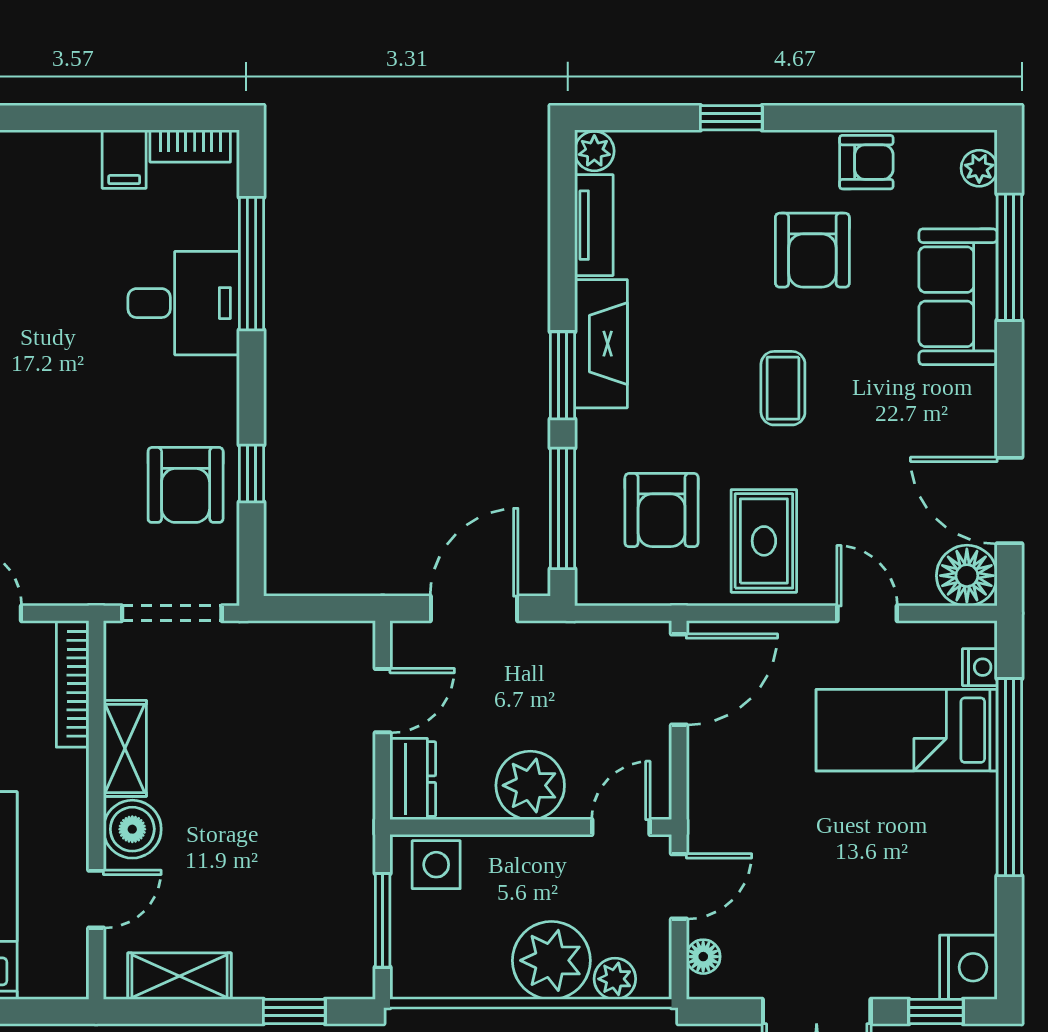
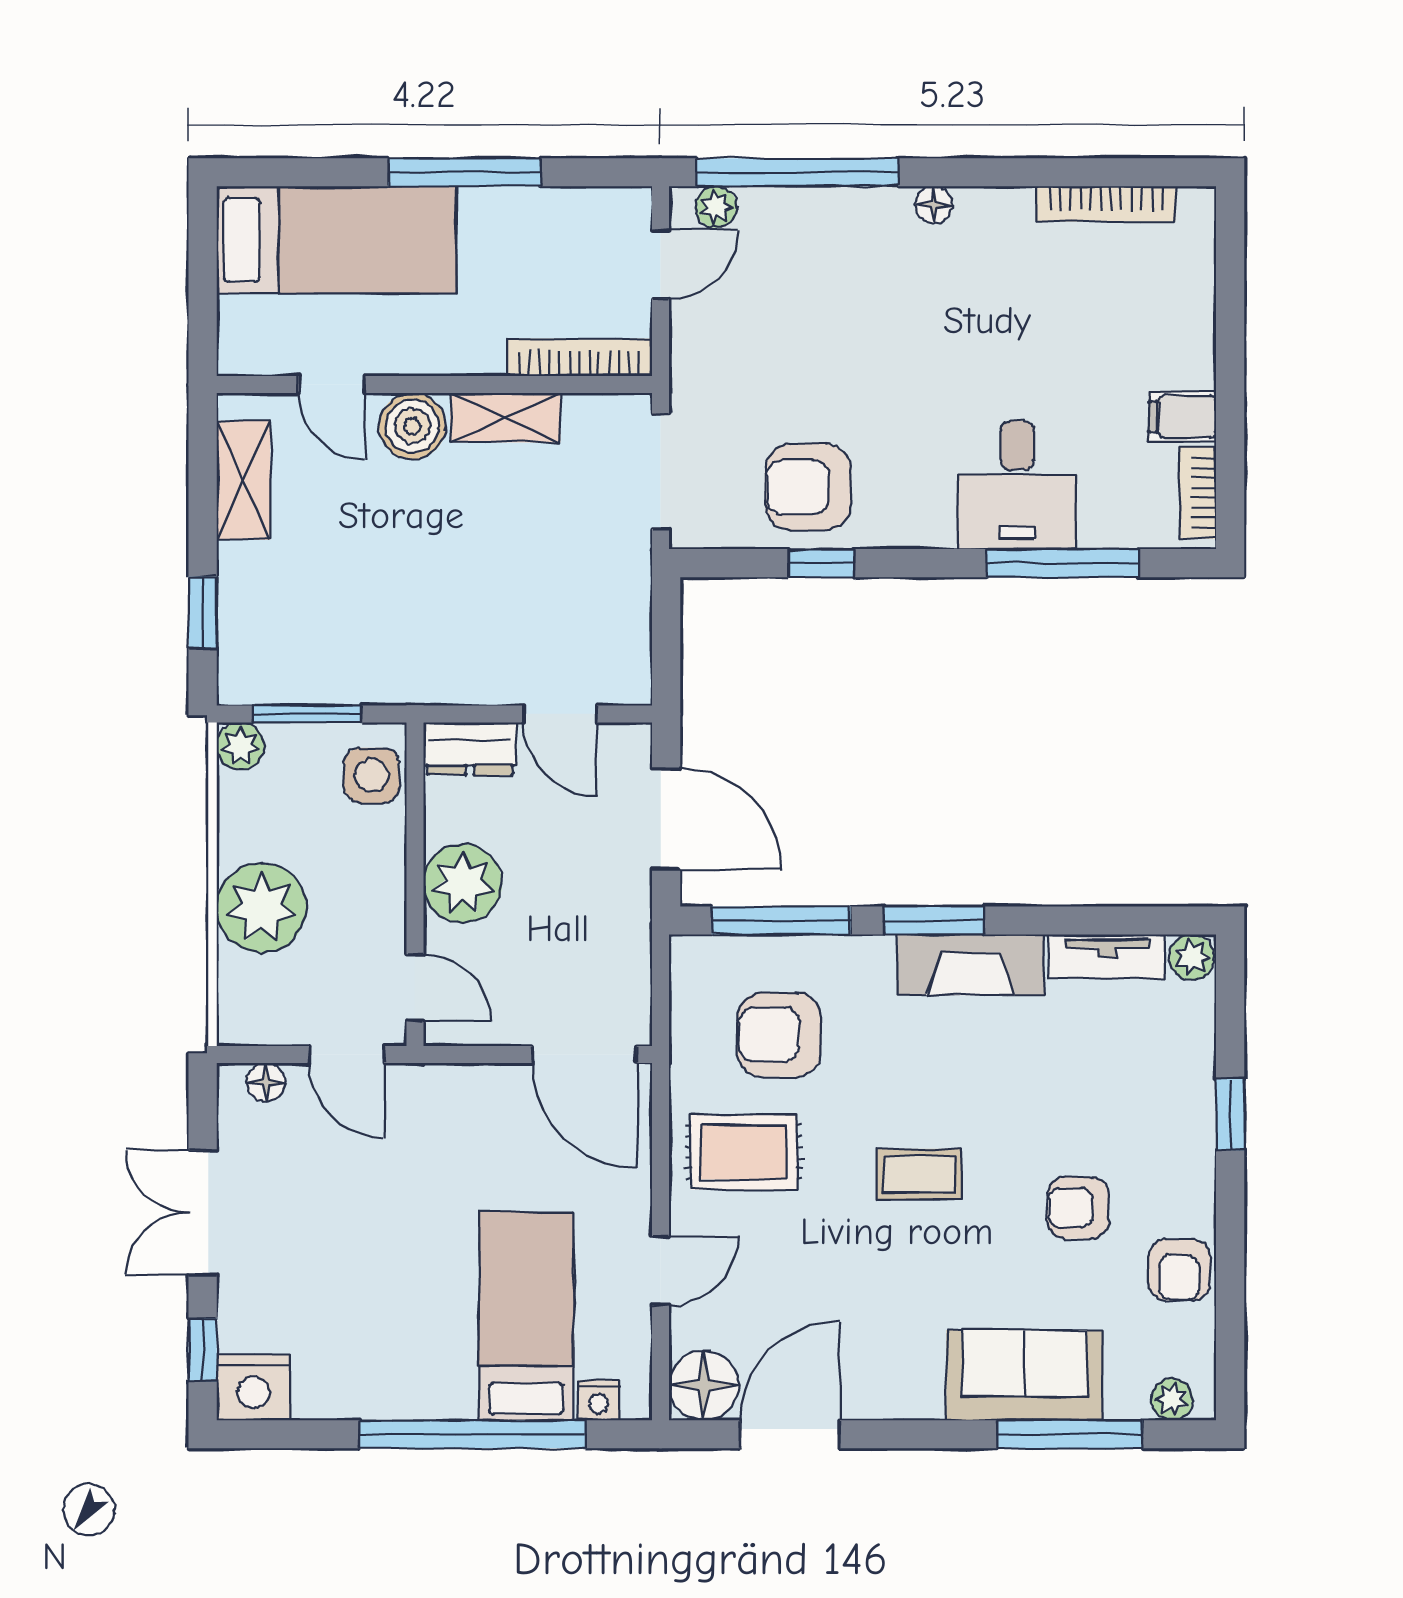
armchair: (812, 250) -> (1078, 1208), width x0.72, depth x0.72
plant: (615, 979) -> (240, 746), moved

